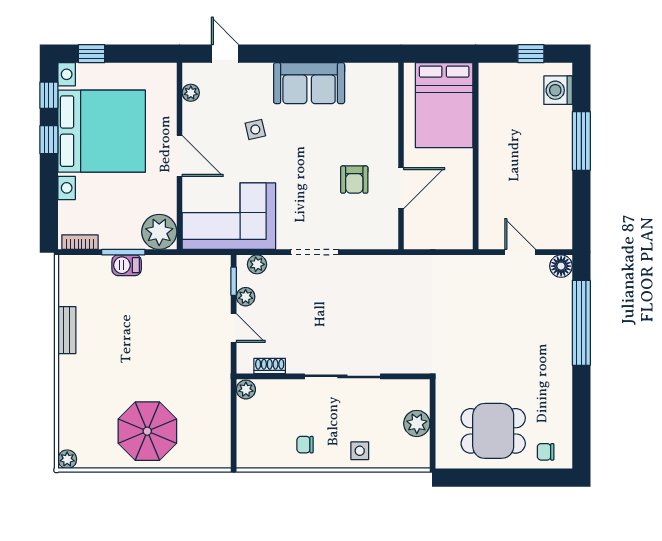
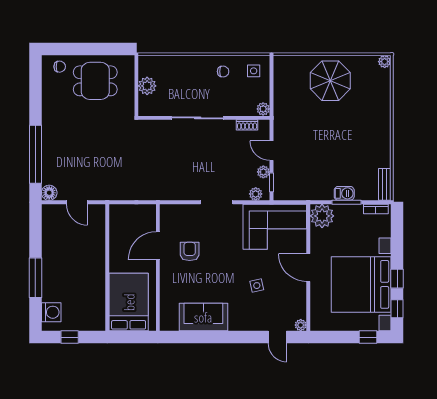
sofa: (309, 83) -> (203, 317), moved
plant: (191, 93) -> (301, 325), moved
bench: (67, 330) -> (385, 184), moved
side table: (360, 451) -> (254, 71), moved

